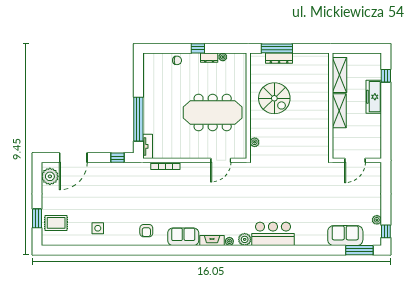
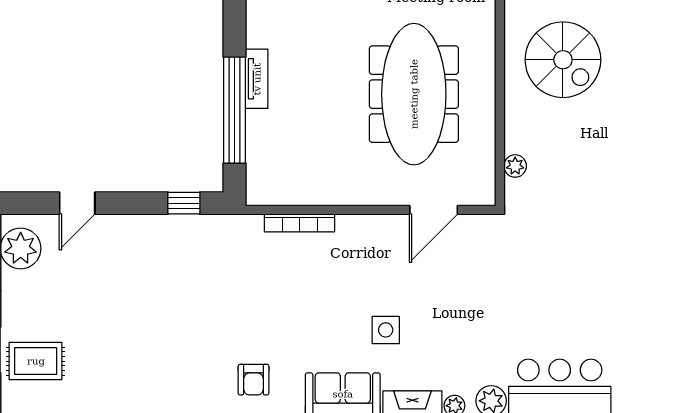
meeting table: (213, 113) -> (414, 94), turned 90
tv unit: (148, 146) -> (257, 79), moved
door: (73, 158) -> (77, 203), width x0.53
side table: (98, 228) -> (386, 330), moved

